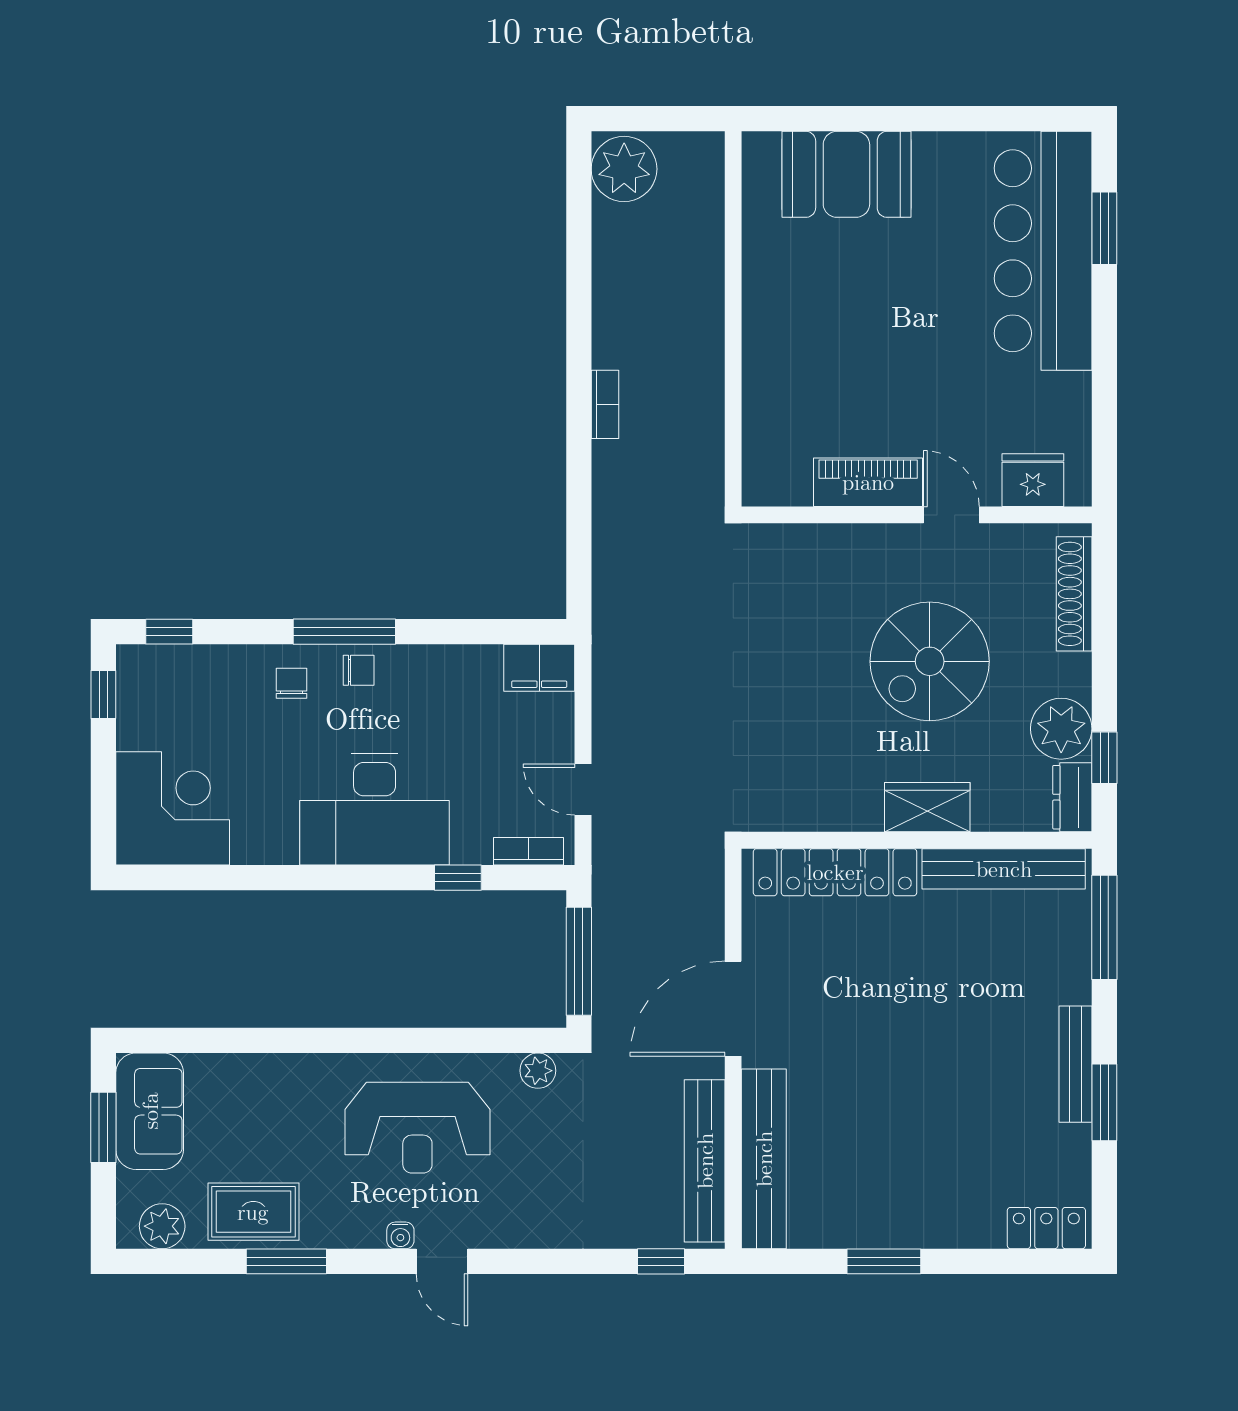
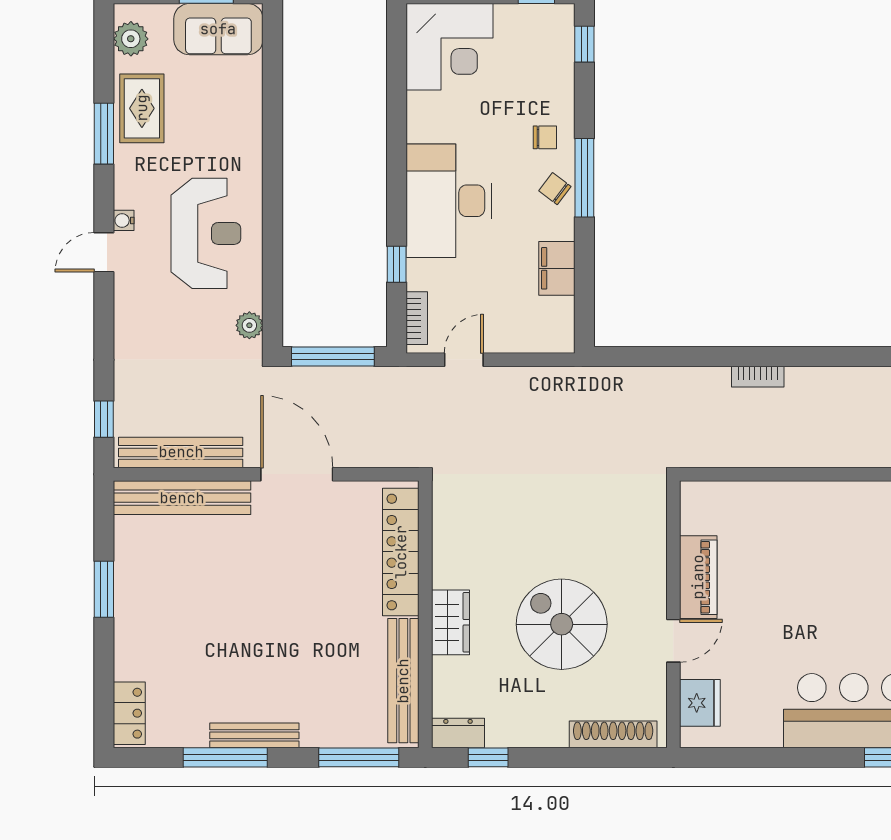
filing cabinet: (539, 668) -> (557, 268), moved
chair: (359, 670) -> (555, 189), turned 127
plant: (1061, 729) -> (510, 724), removed
window: (1104, 1102) -> (225, 757), width x1.44
reception desk: (417, 1128) -> (206, 233), turned 180

